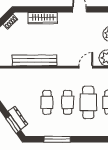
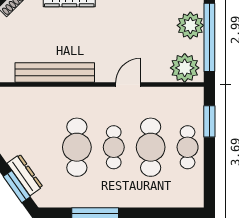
door: (86, 67) -> (128, 85), moved
cafe table: (47, 102) -> (77, 147), width x1.37, depth x1.35

